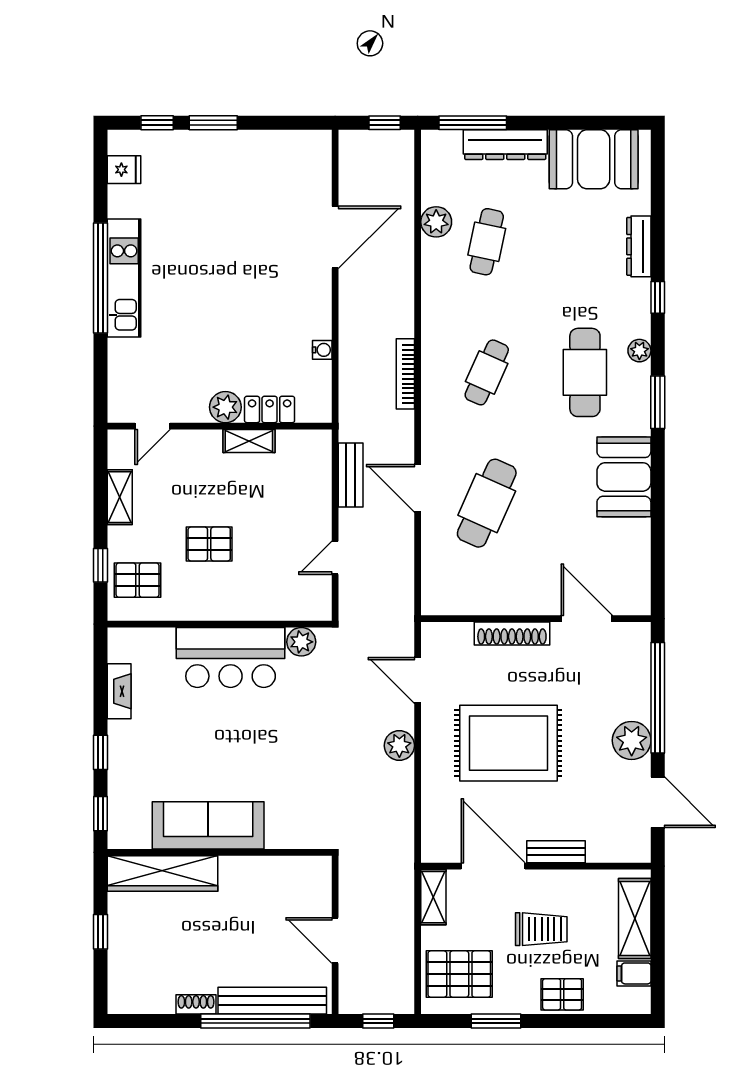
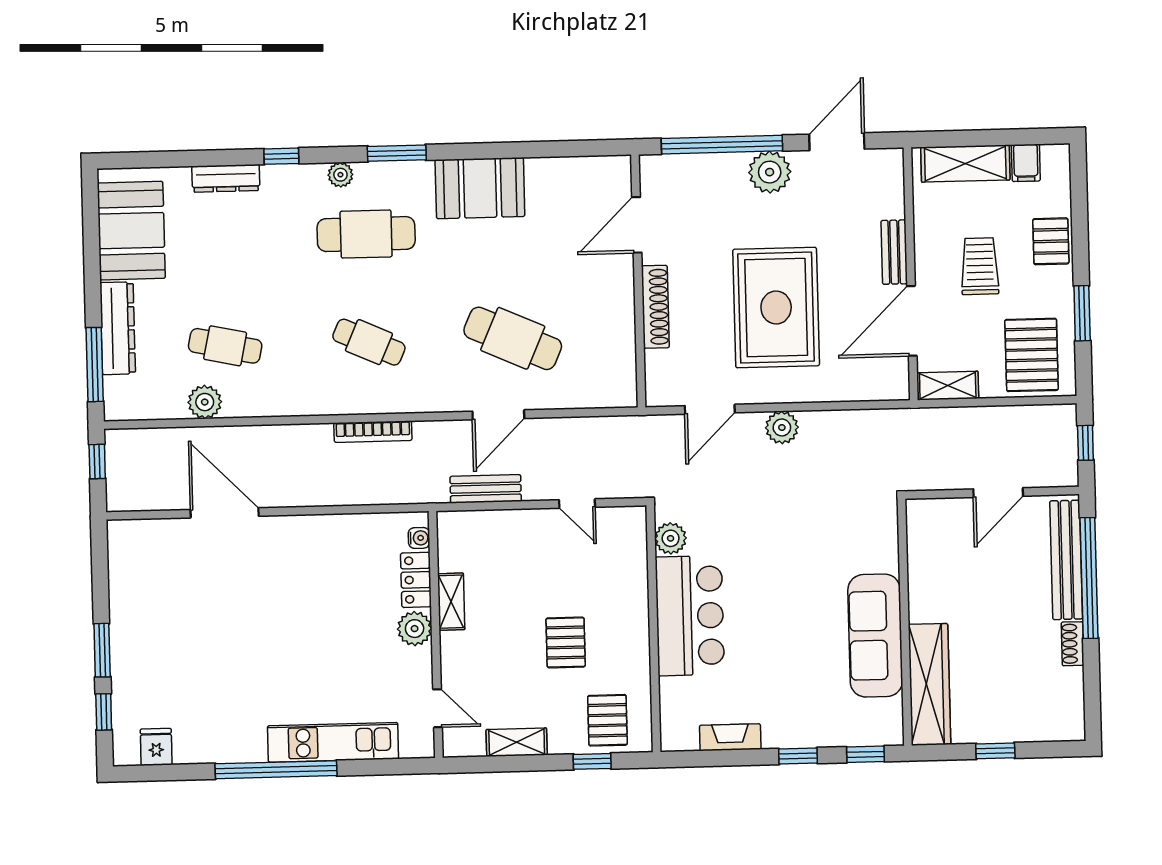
kitchen unit: (124, 278) -> (333, 742), moved
water cooler: (322, 350) -> (419, 538), moved, turned 90

